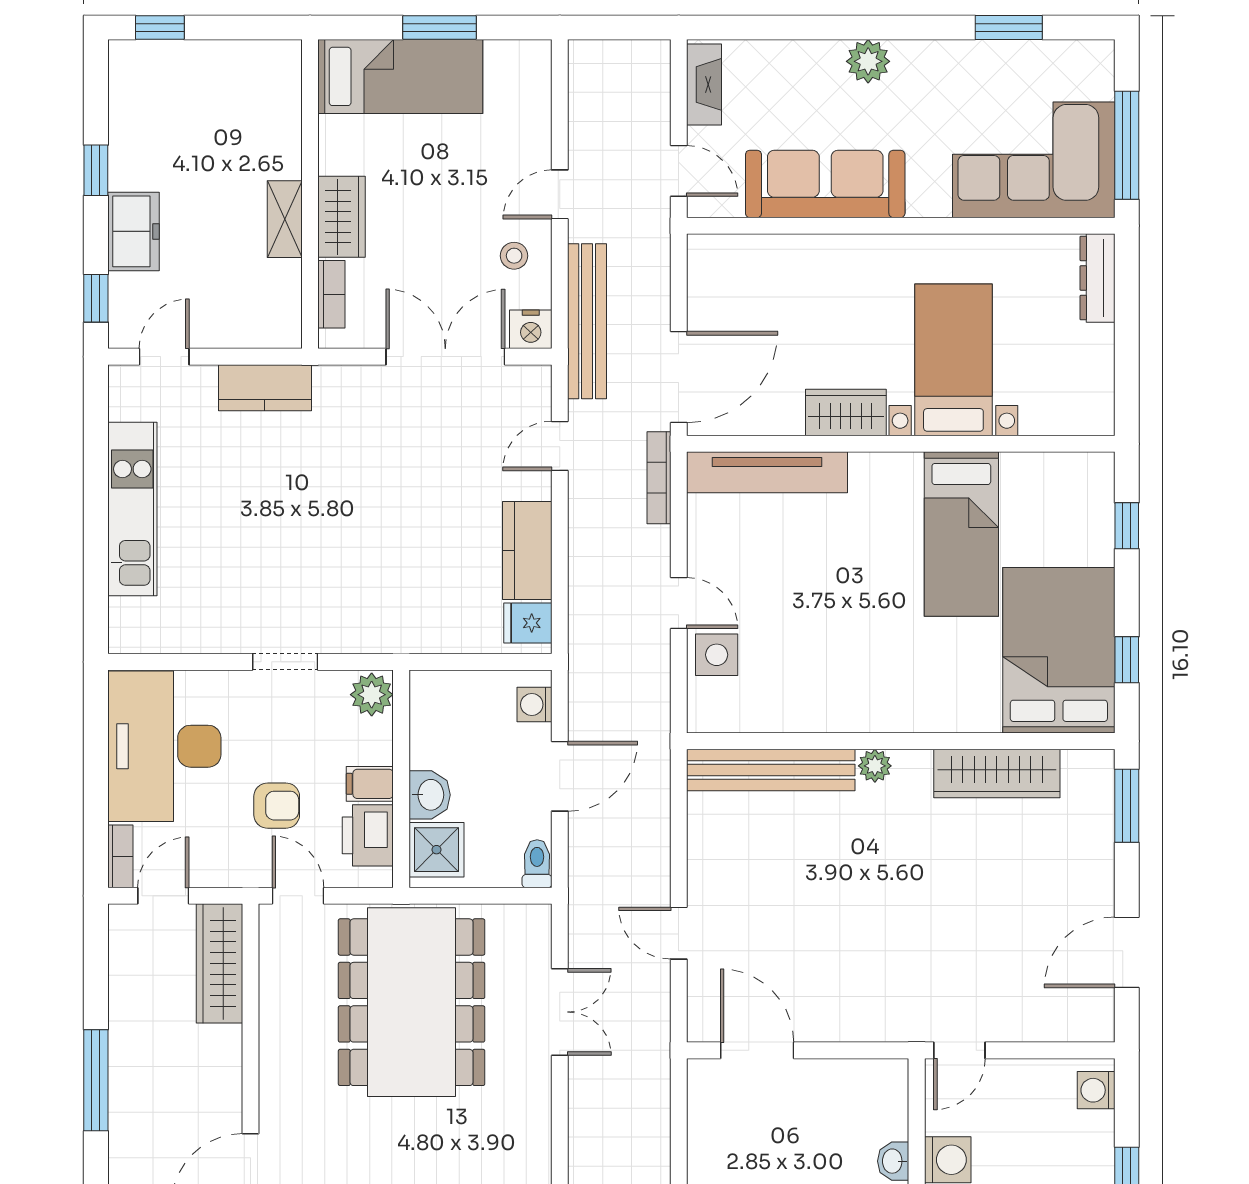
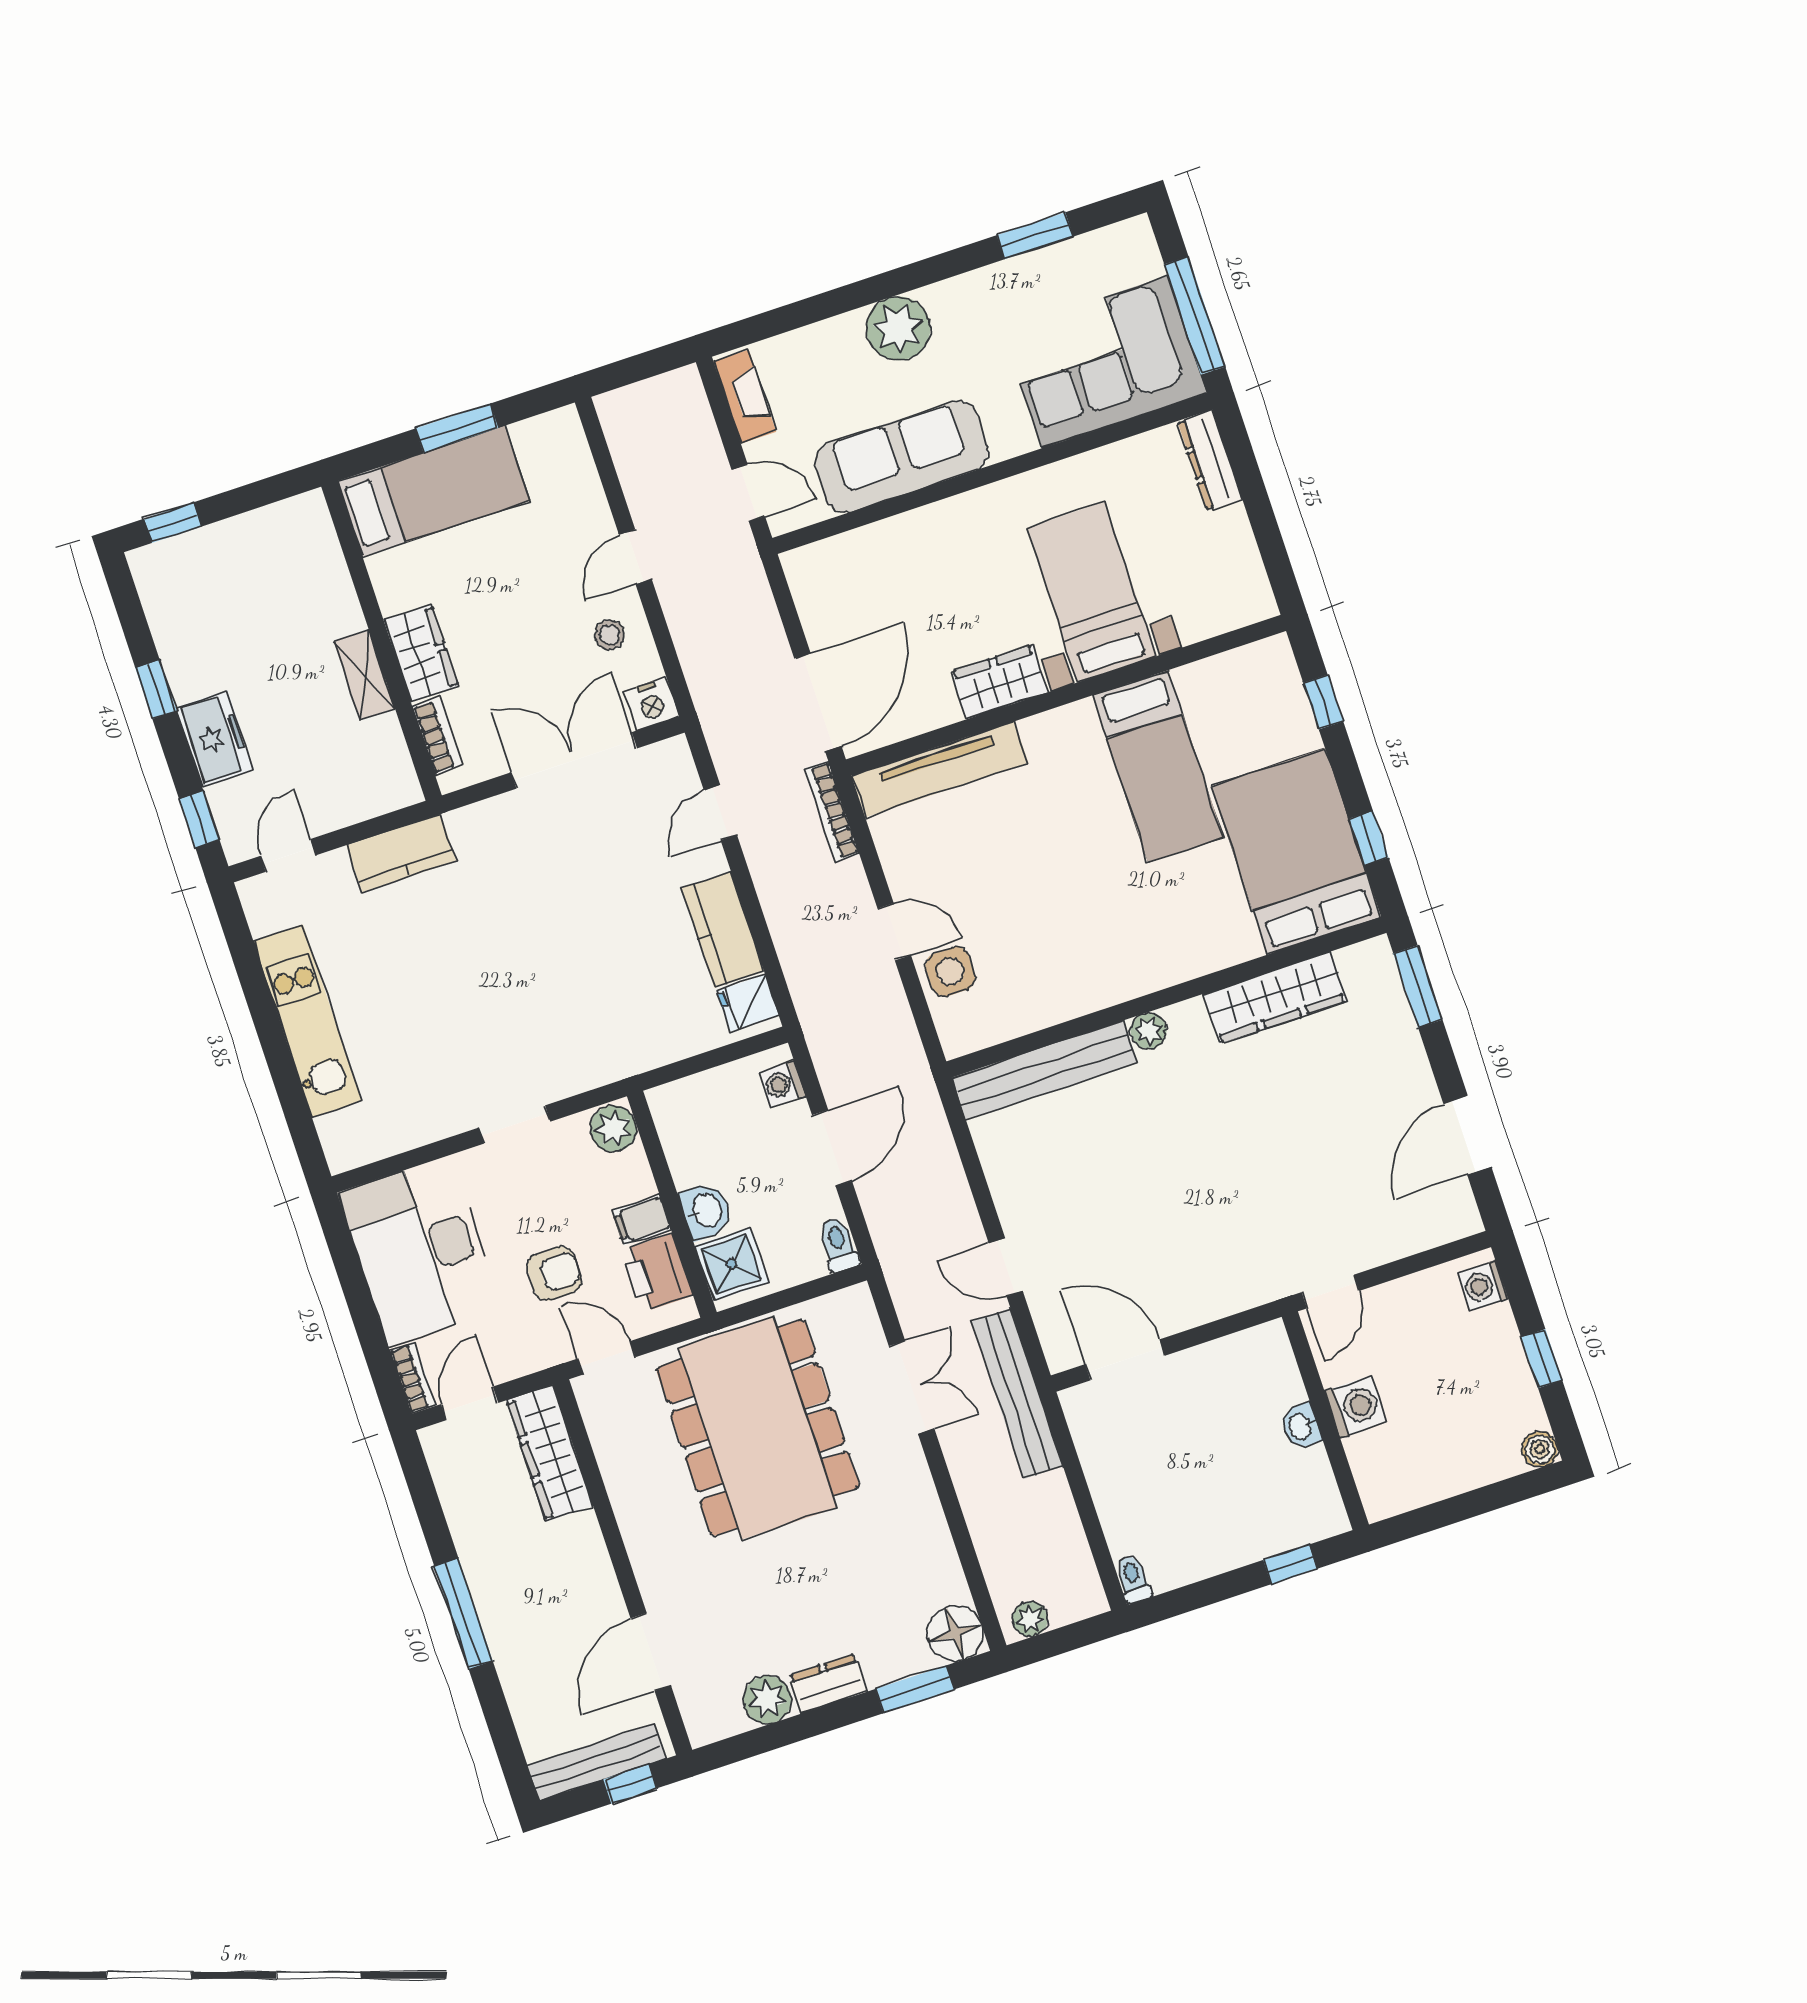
plant: (868, 61) -> (898, 328), width x1.36, depth x1.36
bench: (587, 321) -> (1017, 1394), moved

